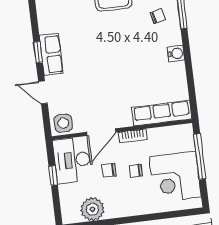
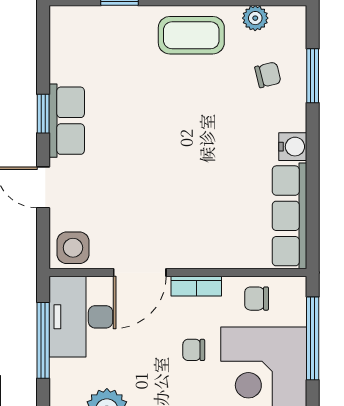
row of seats: (162, 113) -> (290, 216), moved, turned -90
chair: (109, 170) -> (257, 299), moved
window: (53, 176) -> (43, 340), width x2.17

